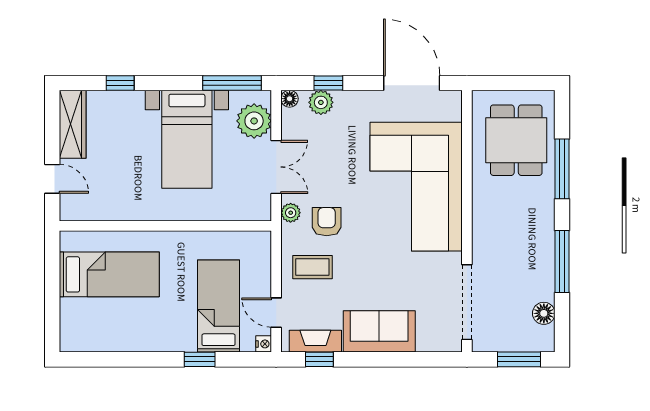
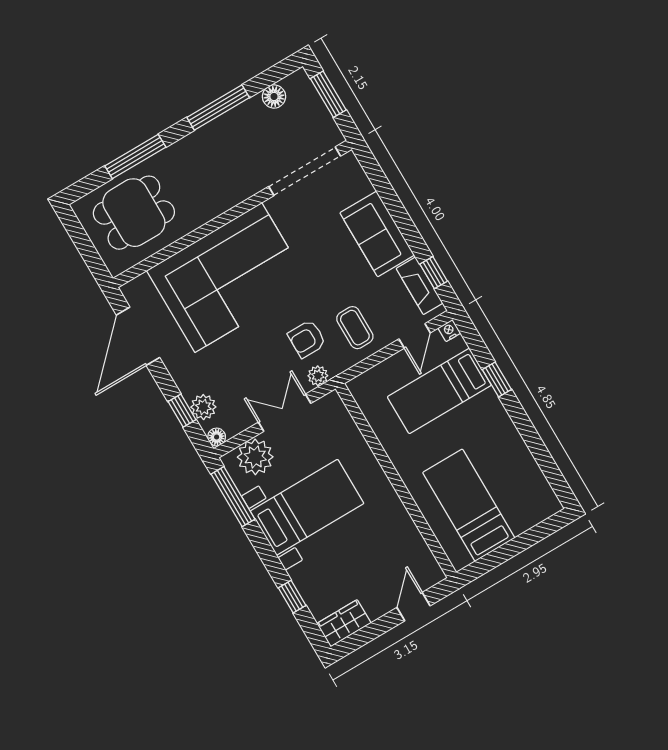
wardrobe: (73, 124) -> (344, 623), width x0.67

